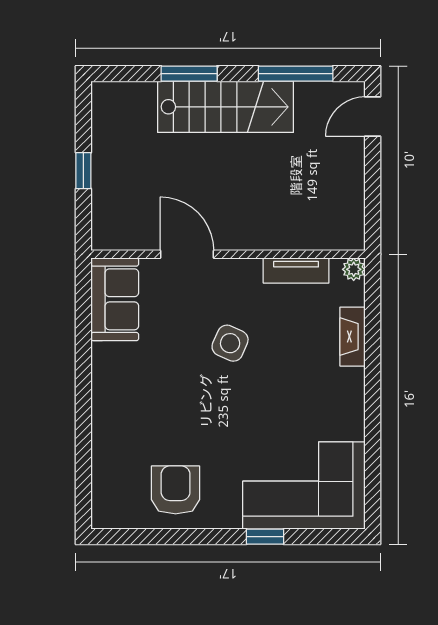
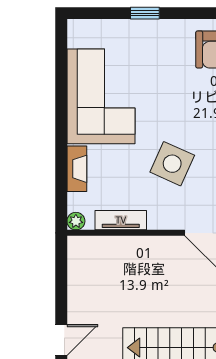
side table: (230, 343) -> (172, 164), width x1.37, depth x1.37
corner sofa: (304, 486) -> (101, 96), moved, turned -90

